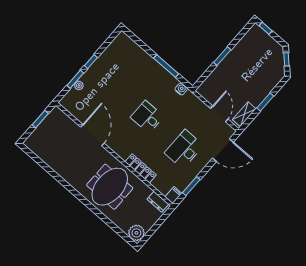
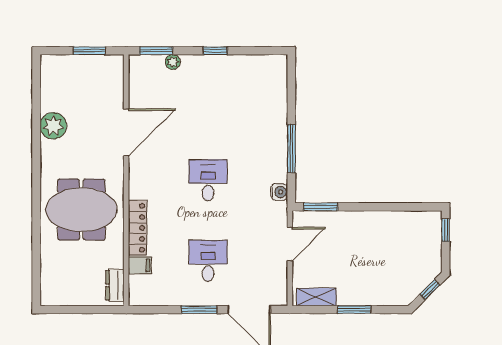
window: (222, 56) -> (321, 207), moved
window: (75, 79) -> (156, 51), moved
door: (219, 114) -> (290, 244), moved
desk: (184, 149) -> (208, 261), width x0.73
window: (191, 186) -> (199, 310), moved
filing cabinet: (173, 195) -> (140, 265), moved
plant: (136, 233) -> (53, 126), moved

